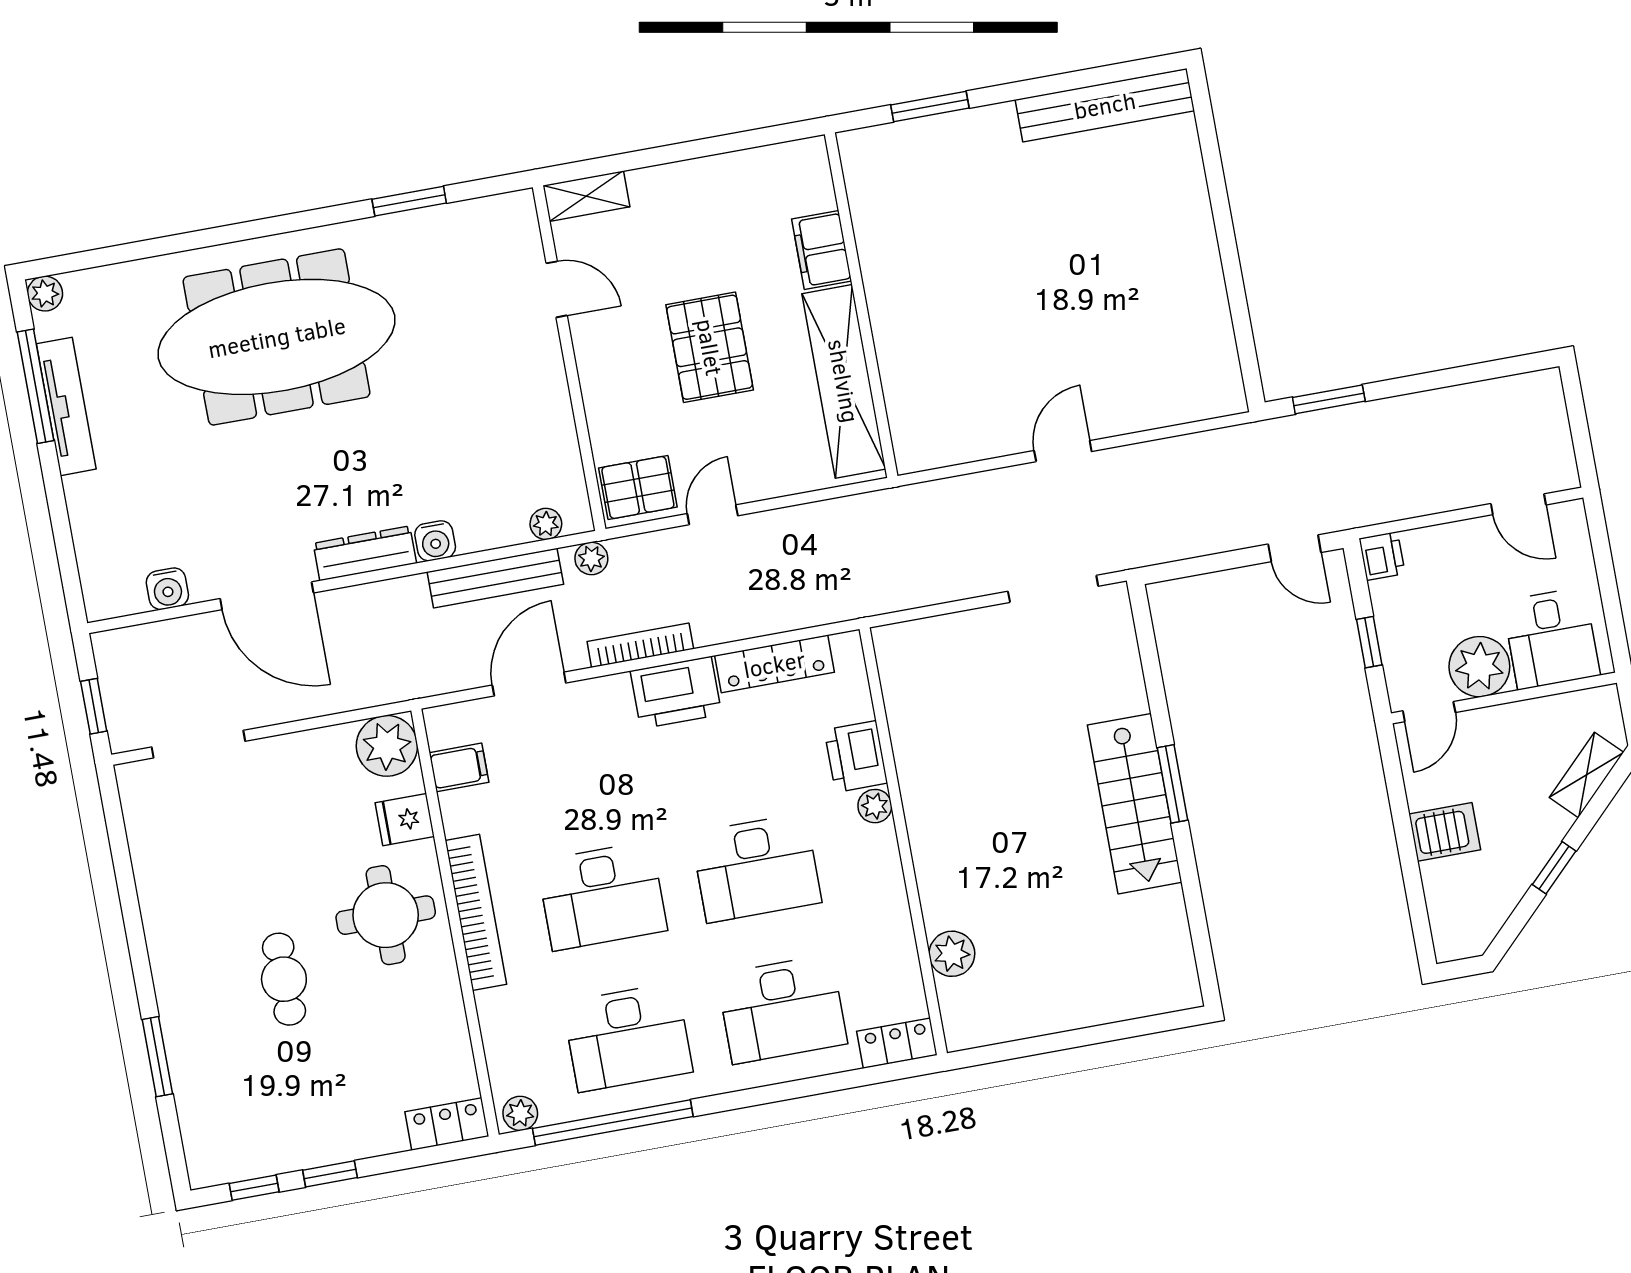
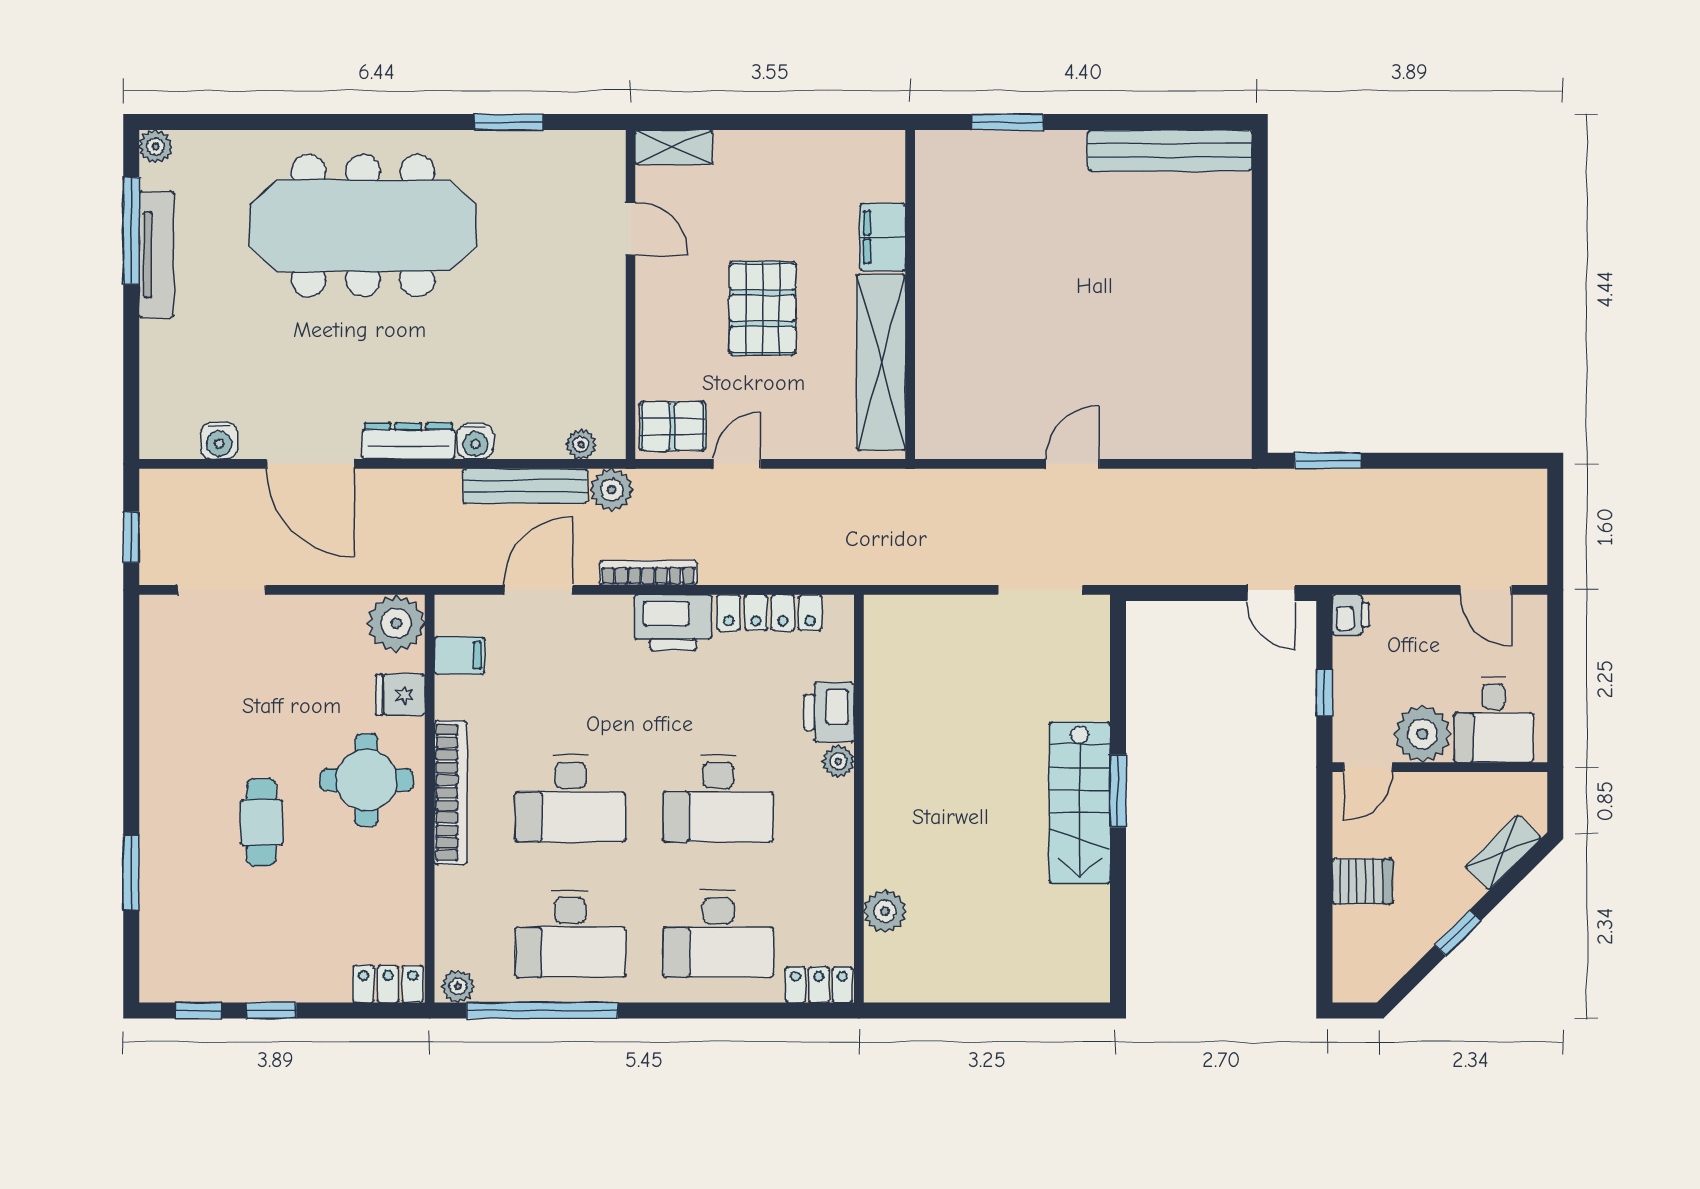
plant: (591, 558) -> (612, 490), width x1.38, depth x1.38

